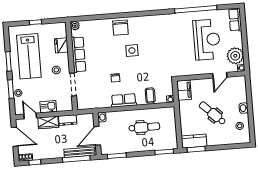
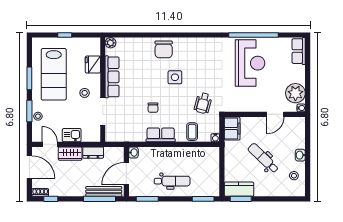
reception desk: (207, 40) -> (250, 63), moved
wheelchair: (158, 71) -> (203, 103), added
dental chair: (144, 127) -> (172, 181), moved

